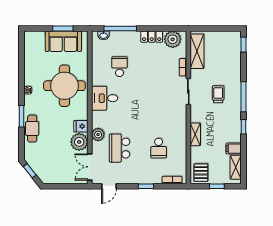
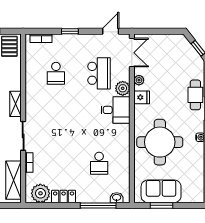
desk: (105, 98) -> (115, 110), moved
shelving: (195, 134) -> (15, 104), moved
plant: (79, 142) -> (139, 80), width x0.53, depth x0.53
school desk: (159, 148) -> (56, 73), turned 180

